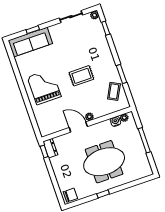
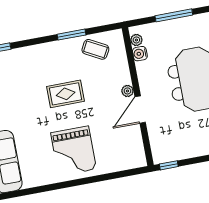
rug: (81, 76) -> (66, 94), turned 90
grand piano: (44, 87) -> (73, 151), turned -90
dresser: (50, 148) -> (165, 155), removed

